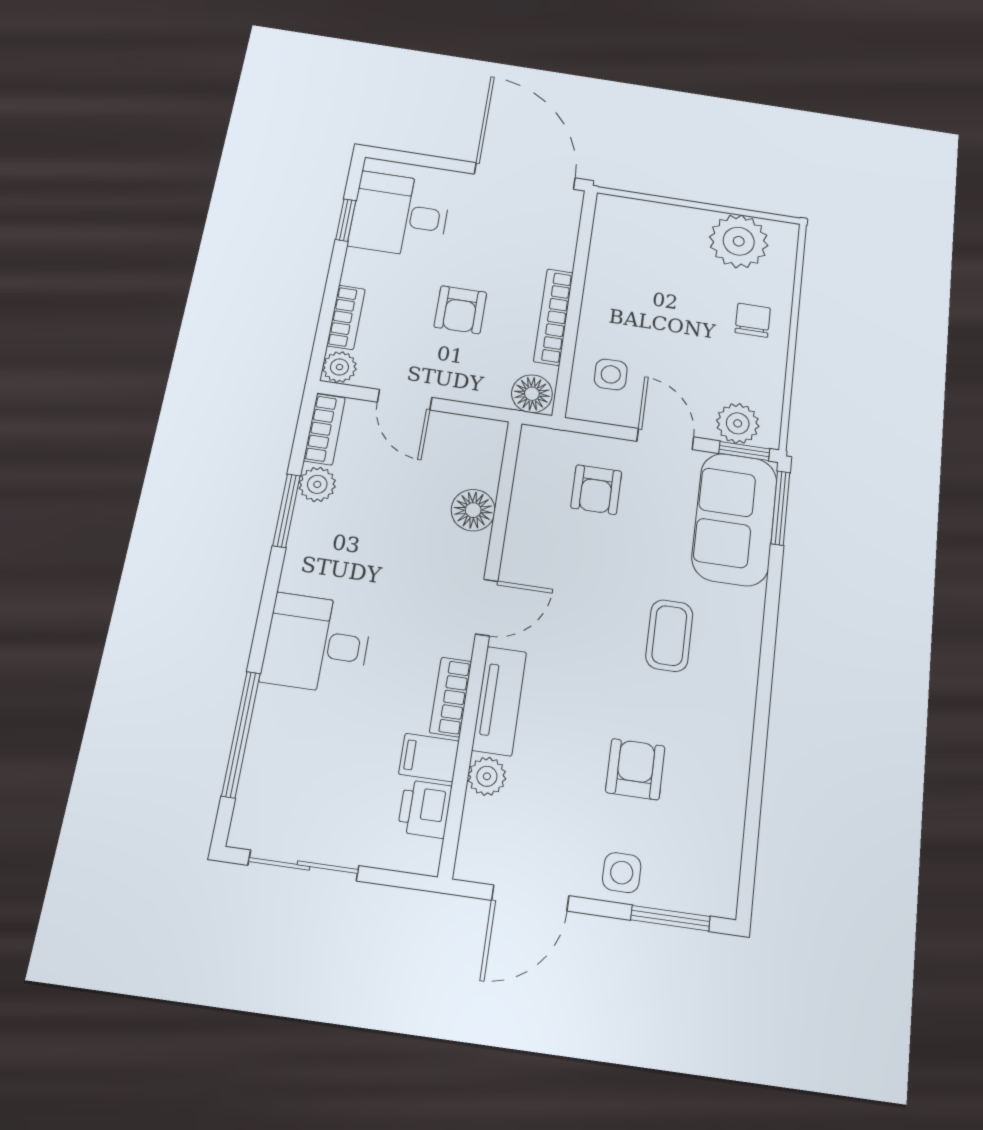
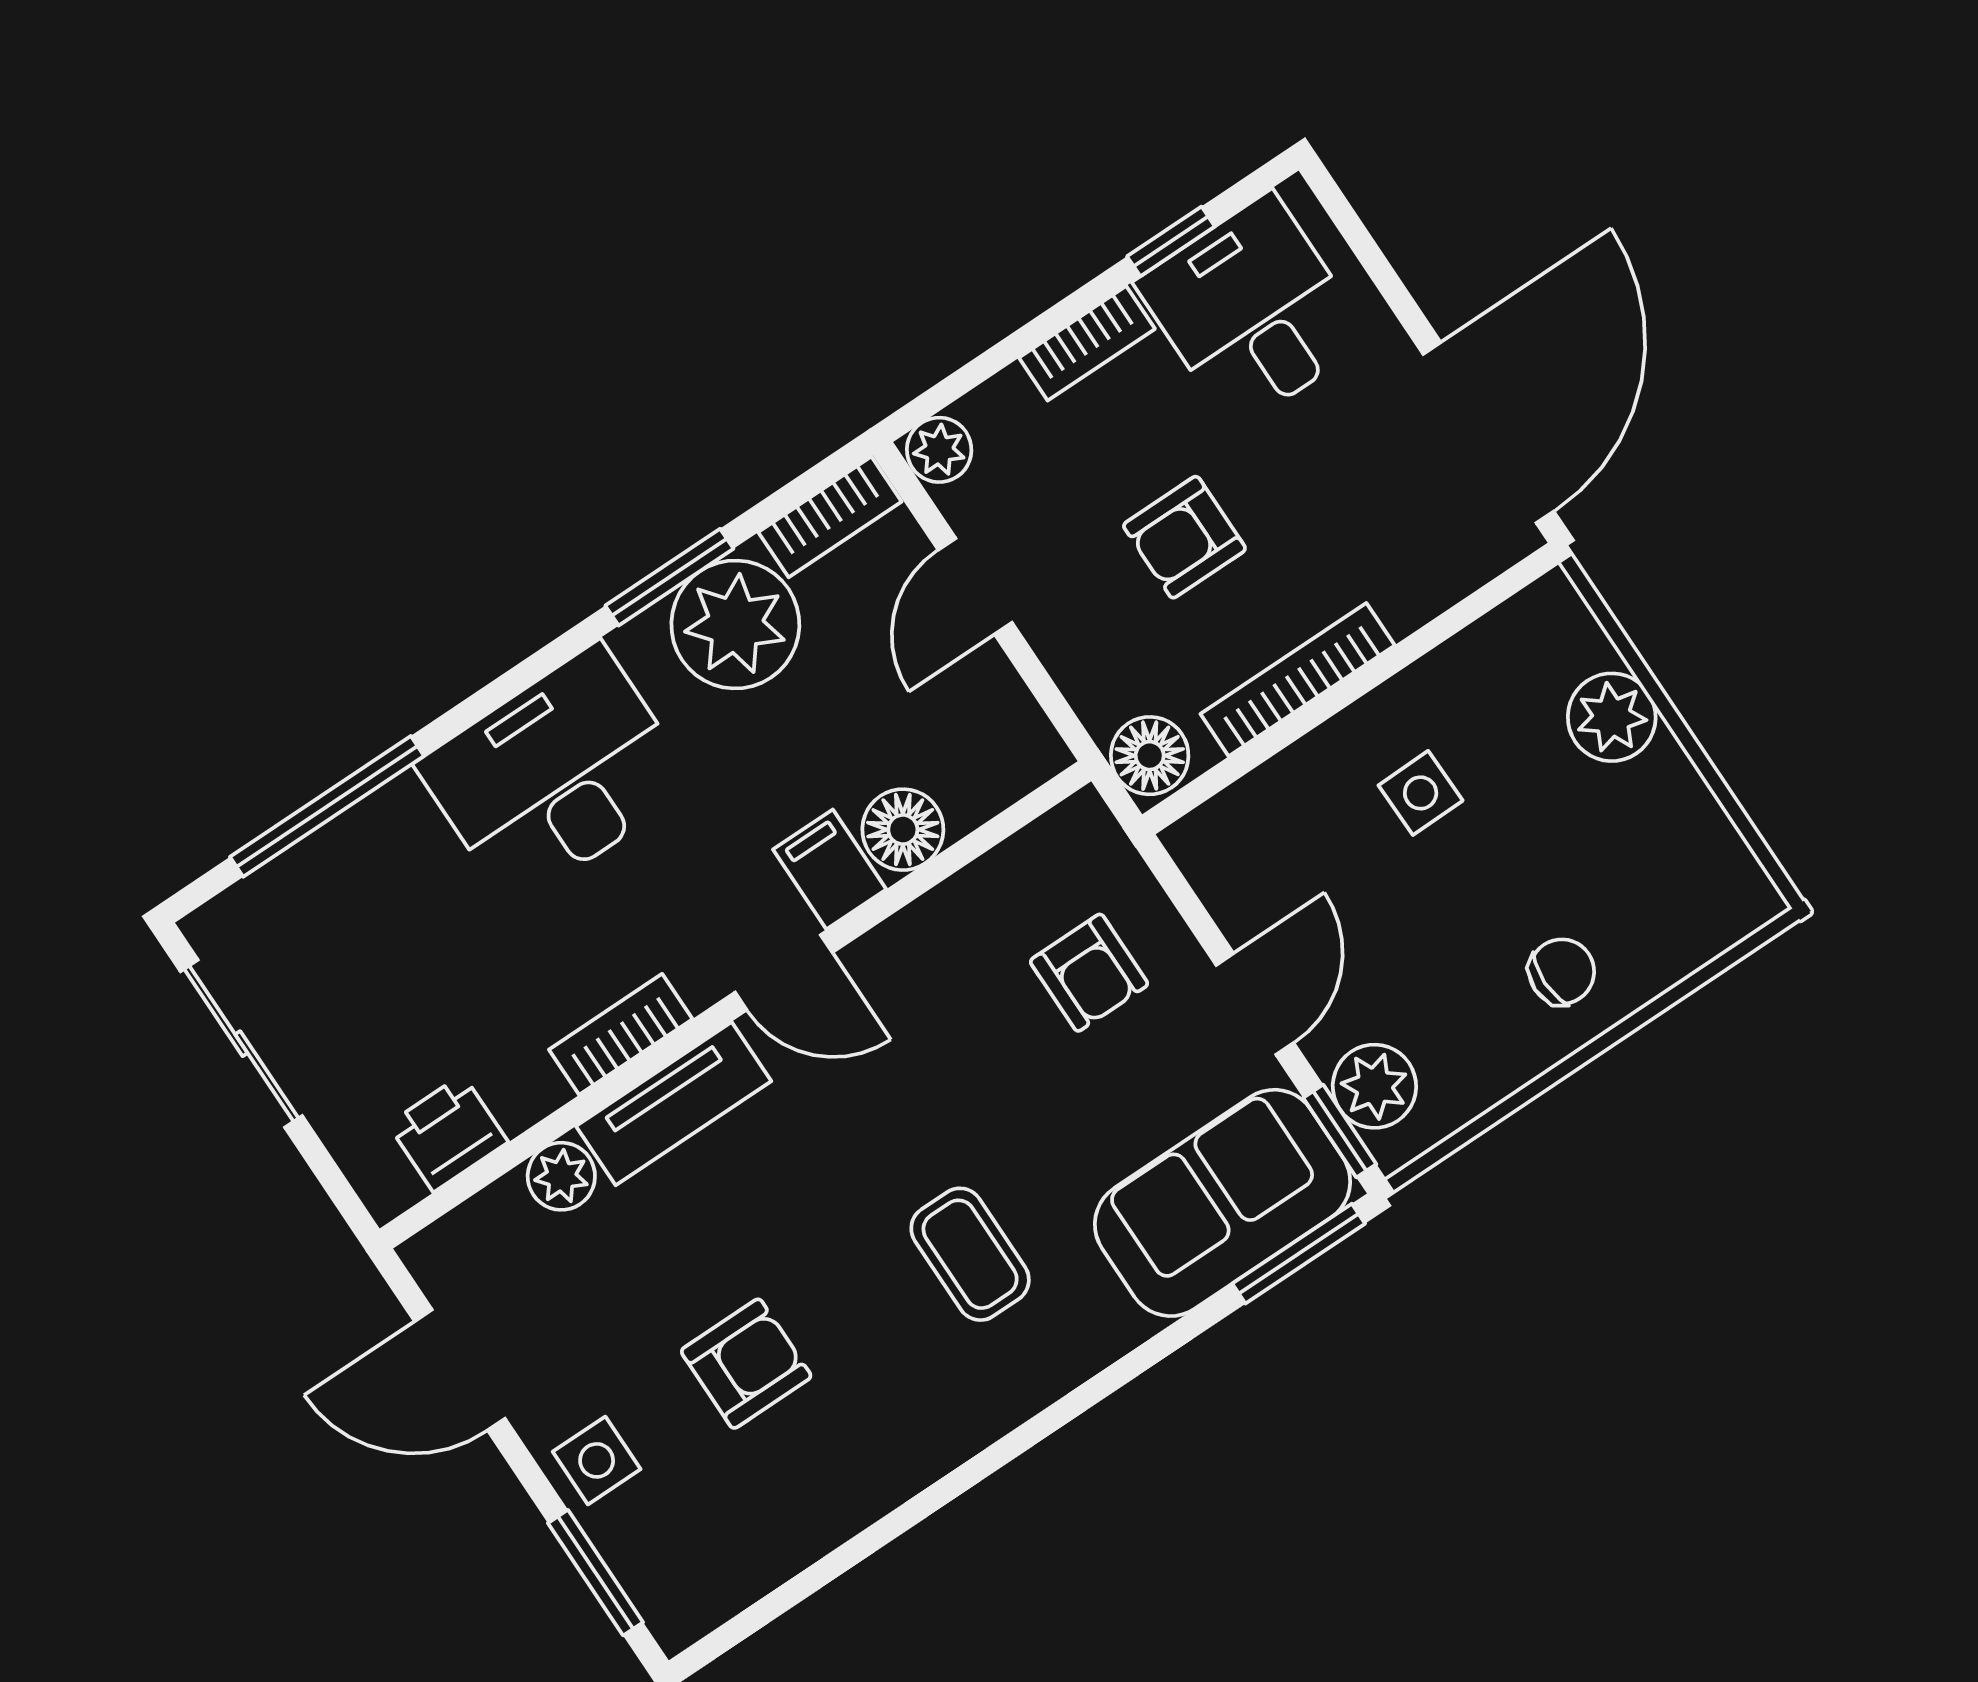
plant: (739, 241) -> (1612, 717), moved, width x0.73, depth x0.73
bookcase: (346, 317) -> (1087, 343), moved
side table: (611, 374) -> (1421, 793), moved
plant: (317, 484) -> (735, 624), width x1.87, depth x1.87
armchair: (596, 490) -> (1089, 973), turned -90
coffee table: (669, 636) -> (970, 1254), turned 90
desk: (317, 644) -> (556, 775), width x1.37
filing cabinet: (429, 758) -> (830, 869), moved

